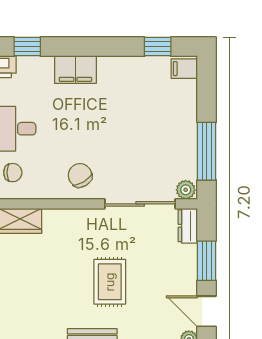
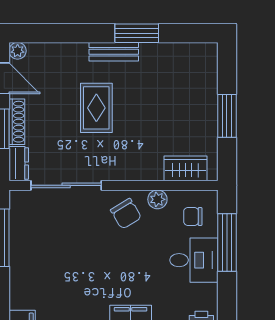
plant: (186, 190) -> (157, 199), moved
shoe rack: (190, 268) -> (17, 122), added

